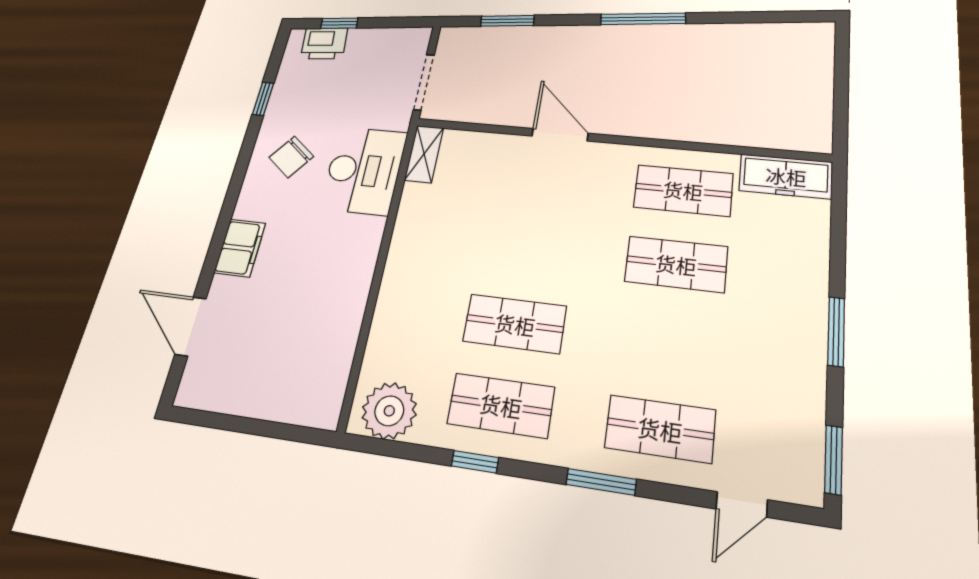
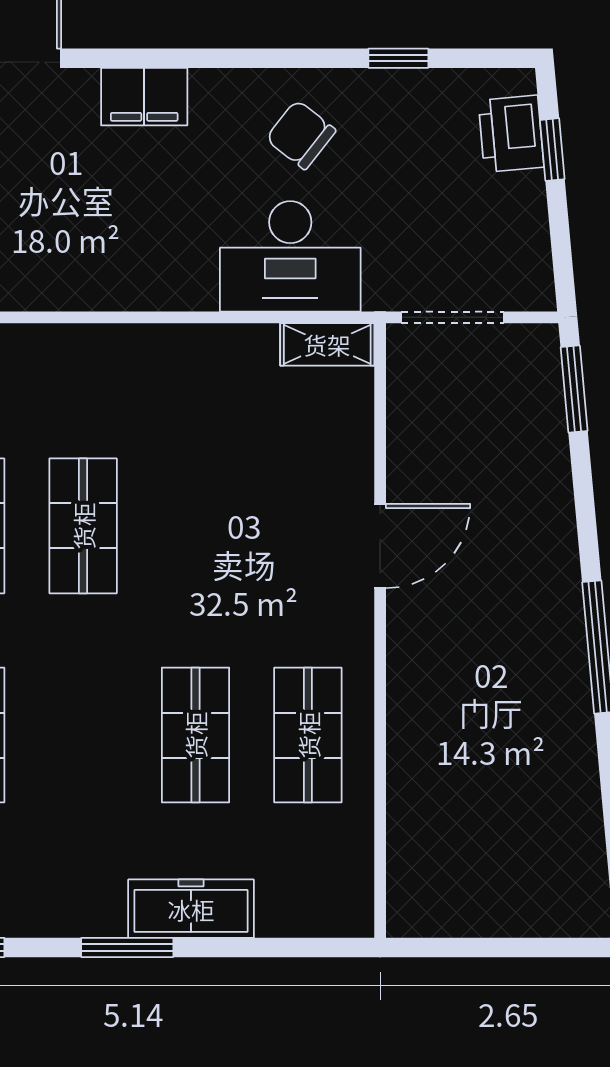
window: (507, 21) -> (574, 389), moved
freezer: (786, 176) -> (191, 909), moved, turned 90

